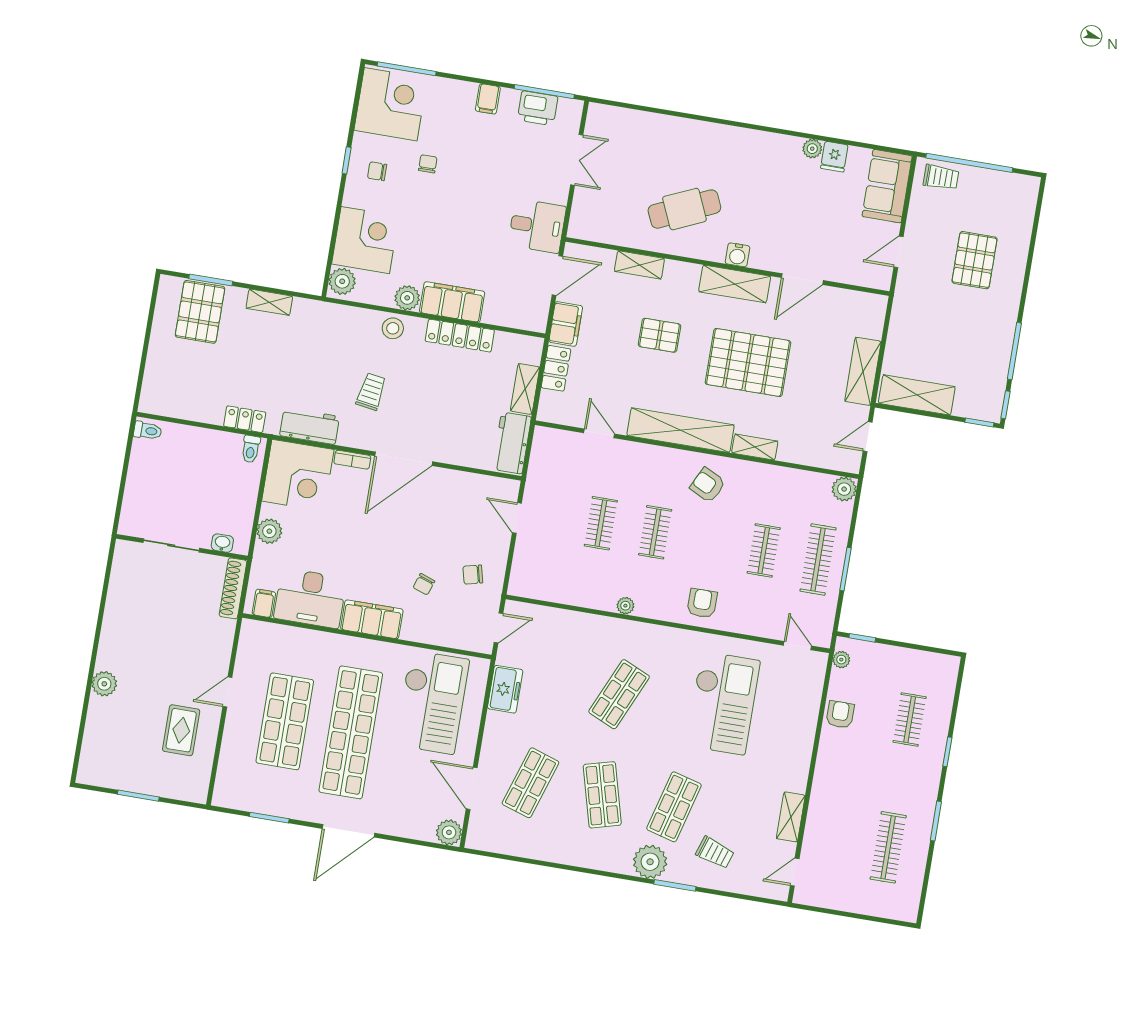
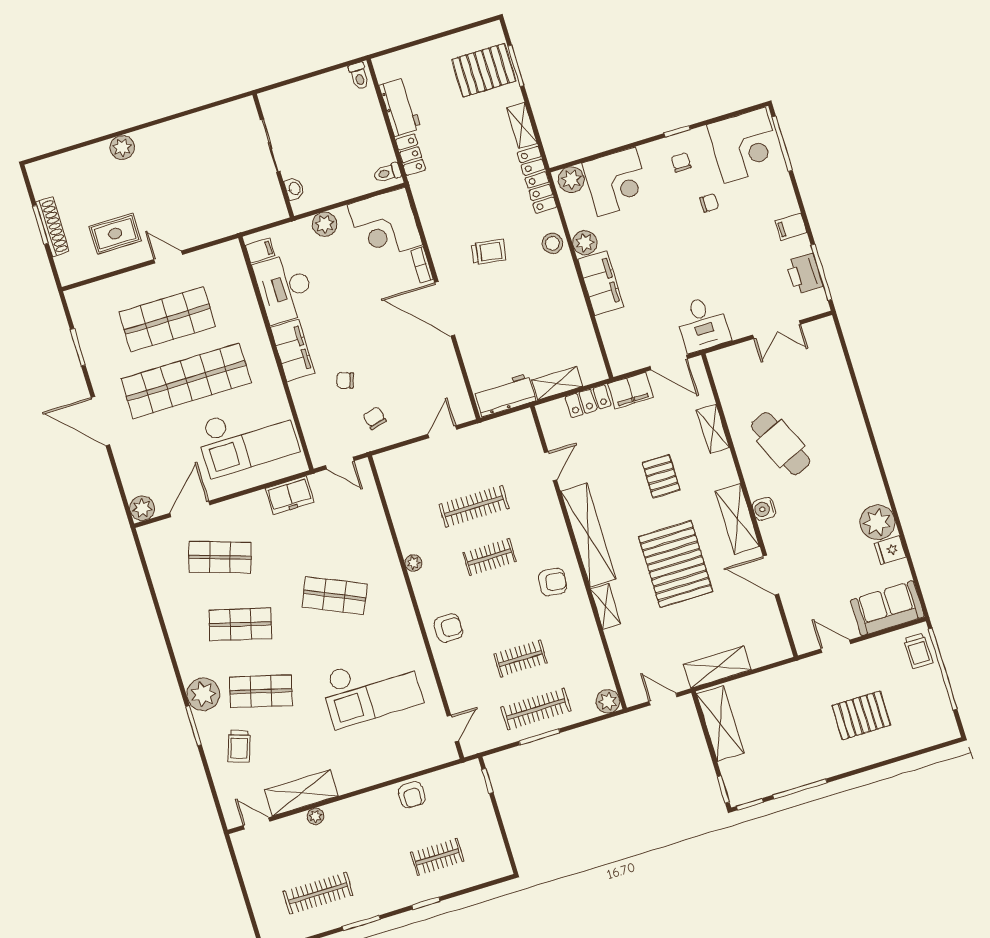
plant: (812, 149) -> (877, 522), width x1.88, depth x1.88
locker: (460, 336) -> (537, 180), moved
workbench: (310, 426) -> (400, 107), moved
armchair: (708, 485) -> (553, 582), turned 72
clothes rail: (601, 523) -> (474, 506), width x1.36
shoe rack: (233, 588) -> (53, 227), moved, turned 90
plant: (841, 660) -> (315, 816), moved
armchair: (840, 715) -> (412, 795), turned 90
shop shelf: (602, 795) -> (240, 624), turned 30
shelving: (791, 817) -> (301, 793), width x1.50, depth x1.33

